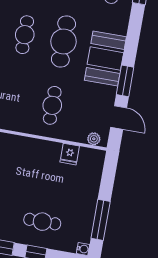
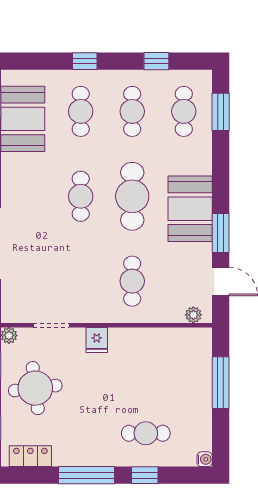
fridge: (70, 154) -> (97, 340), moved
window: (101, 220) -> (221, 383), moved

